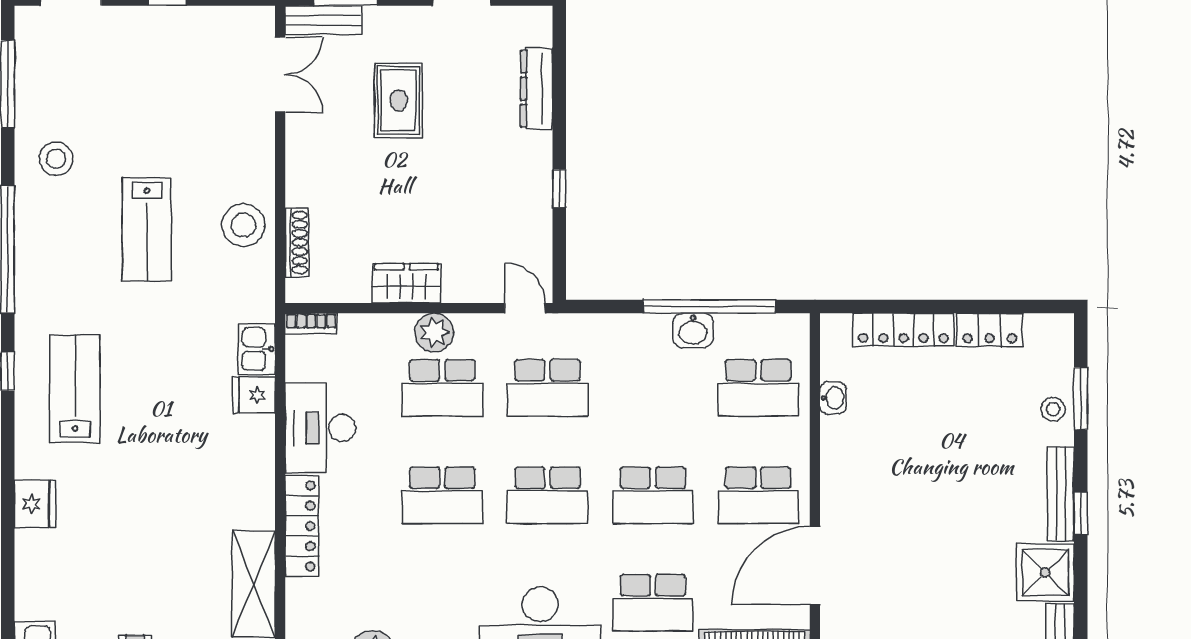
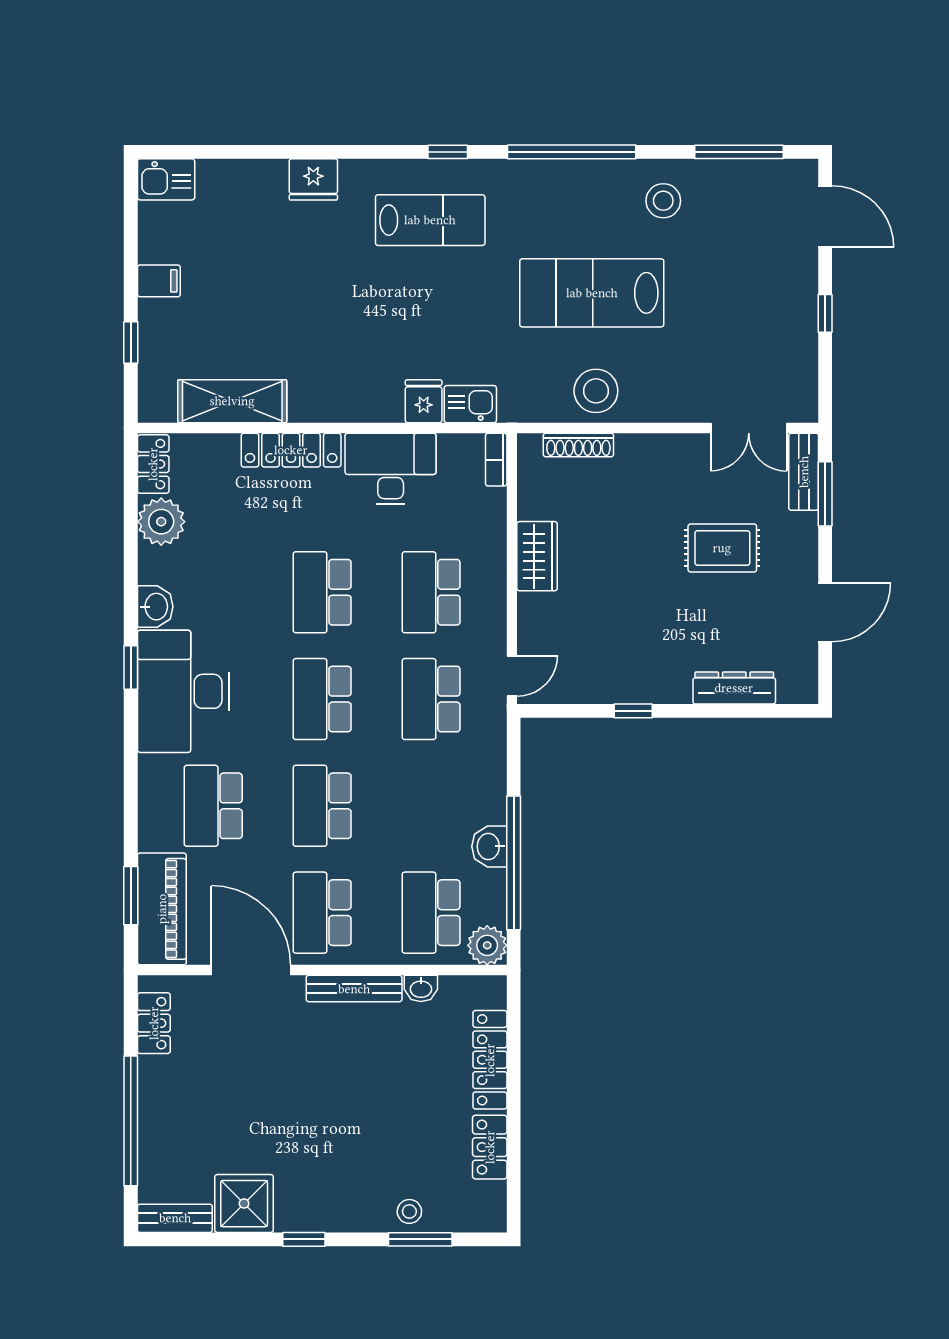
lab bench: (147, 229) -> (592, 293), width x1.36, depth x1.39
plant: (434, 332) -> (487, 945), moved
bench: (1061, 494) -> (354, 989), moved

